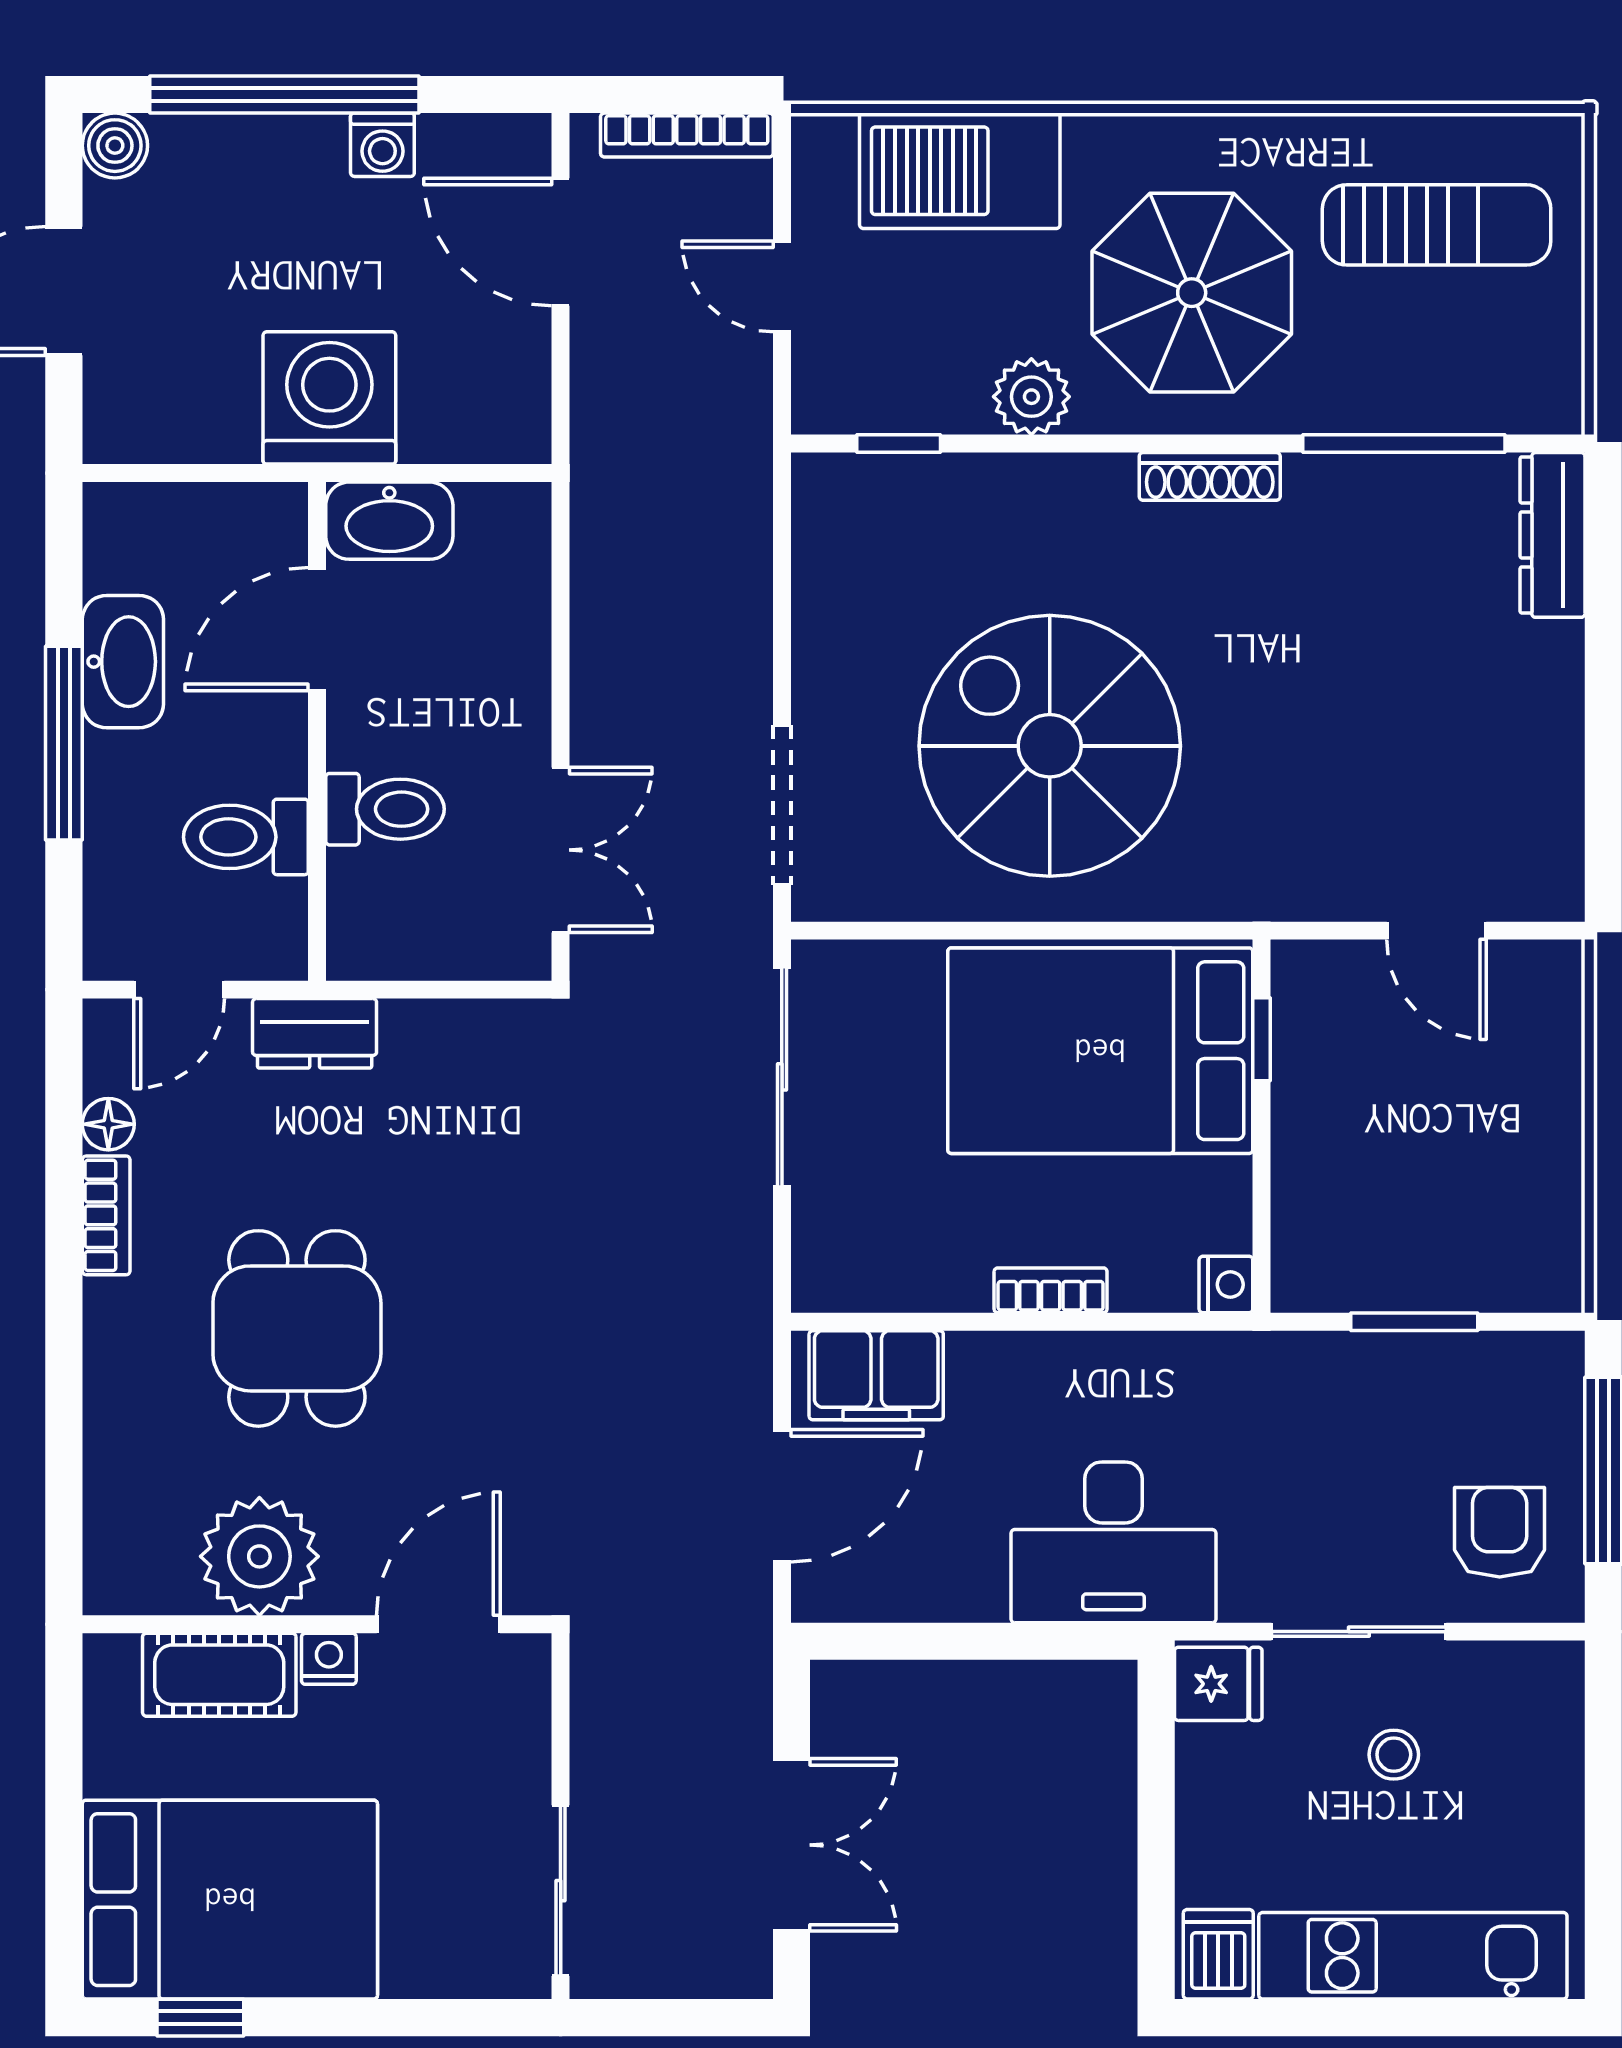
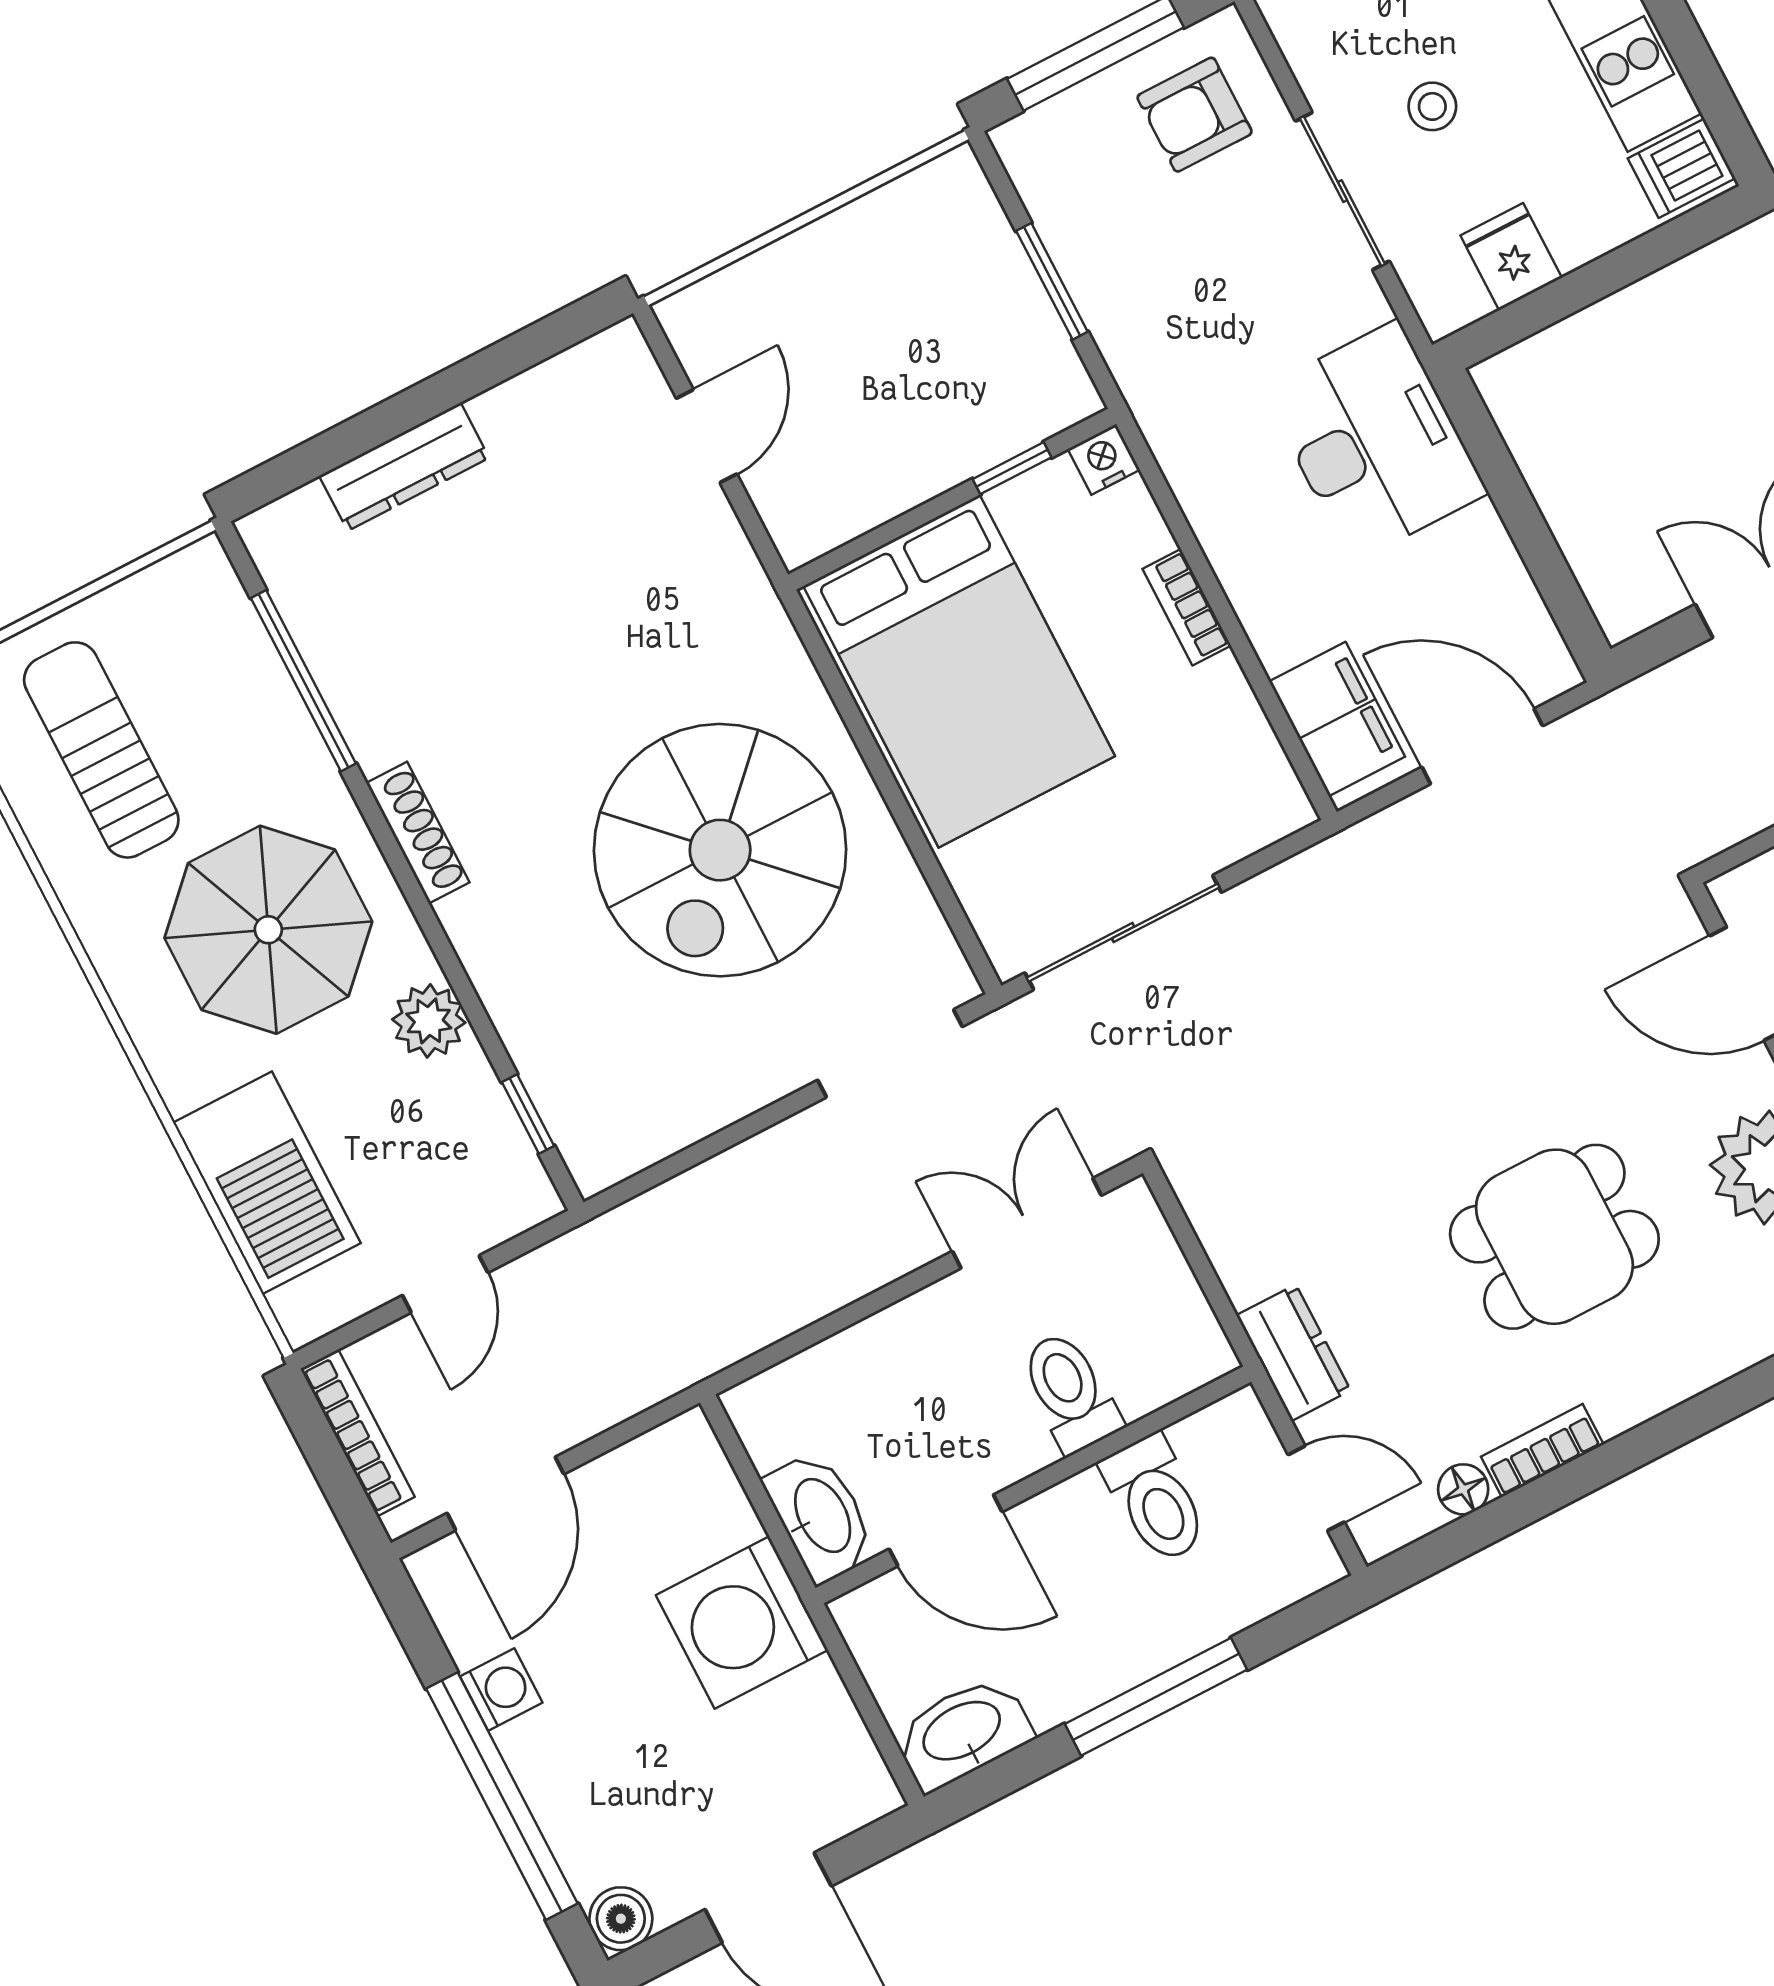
dresser: (1553, 535) -> (404, 467), moved
washbasin: (123, 662) -> (963, 1733), moved
window: (1262, 1039) -> (1012, 468), moved
fridge: (1218, 1684) -> (1511, 257), moved

